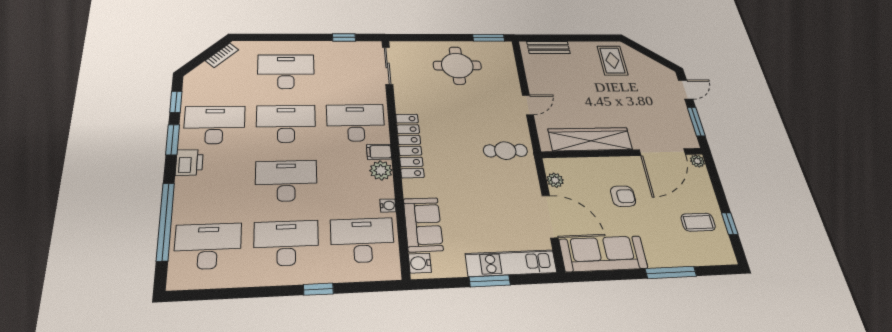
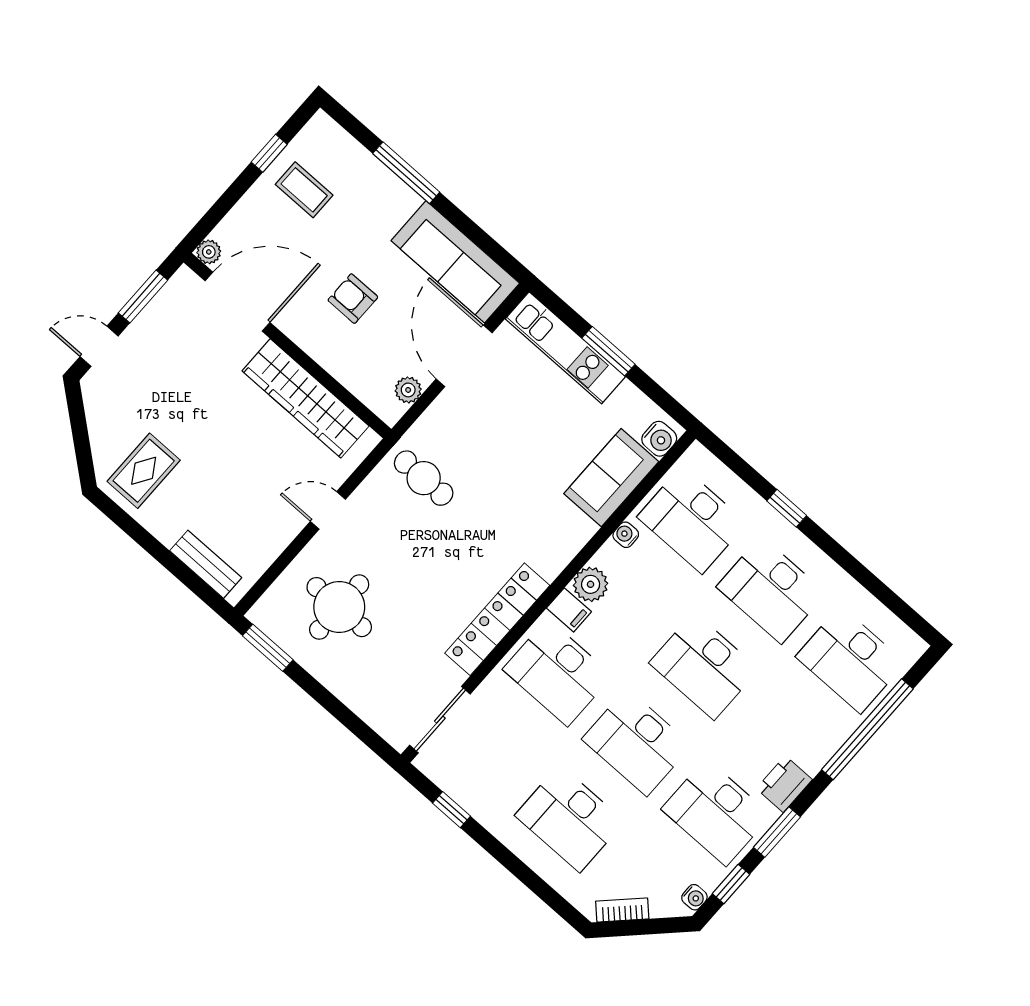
round table: (457, 65) -> (339, 607), moved
water cooler: (190, 84) -> (694, 897), added
locker: (410, 145) -> (497, 619), moved

